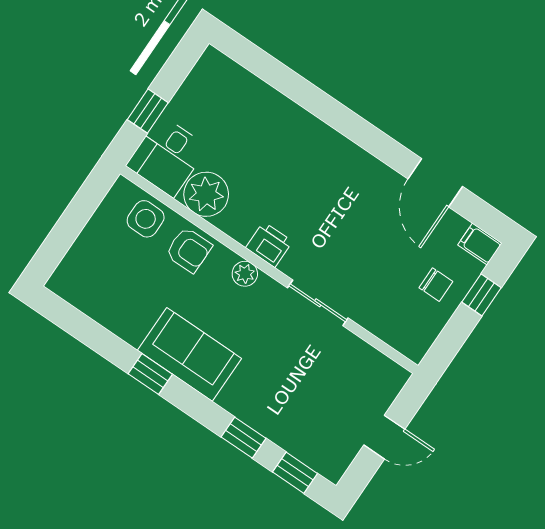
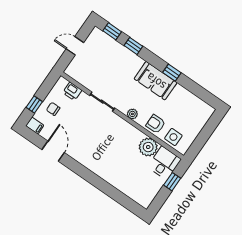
printer: (269, 245) -> (72, 91), moved

